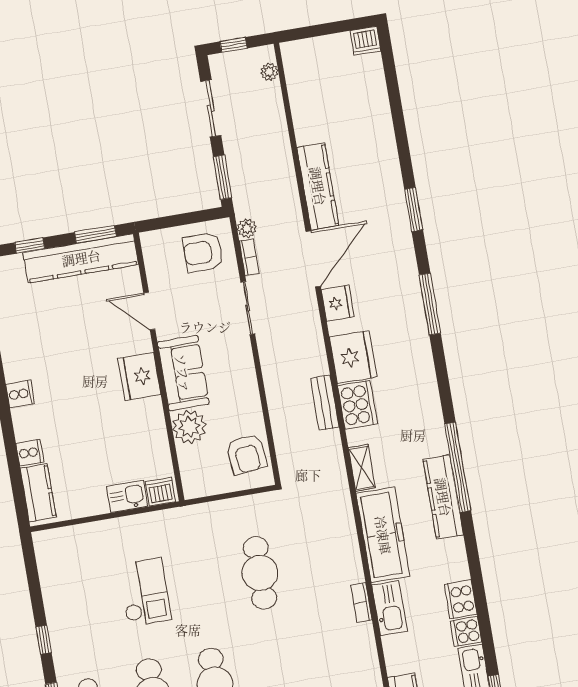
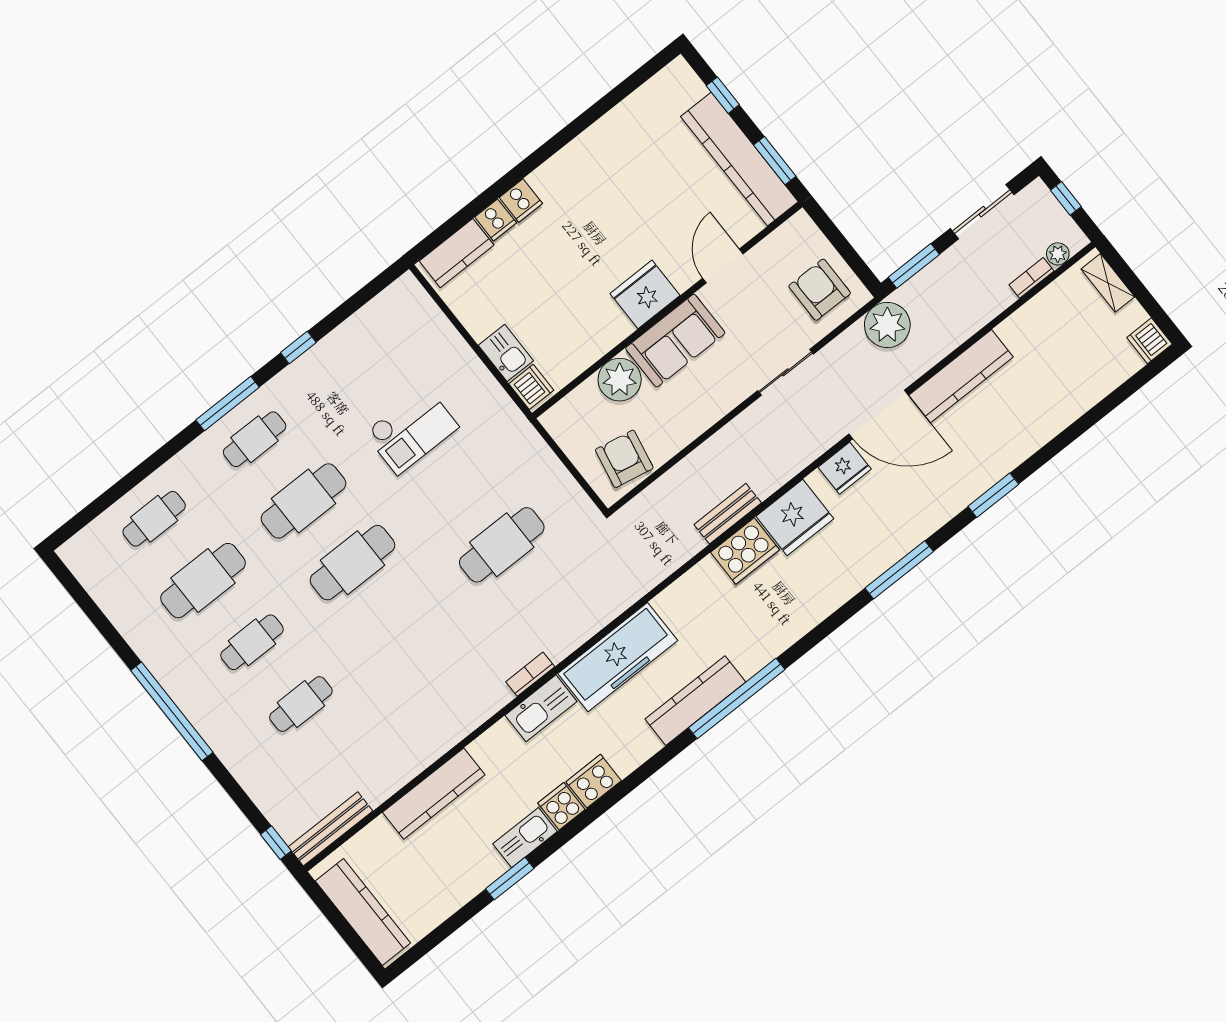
plant: (247, 228) -> (887, 325), width x1.87, depth x1.87
bookcase: (249, 257) -> (1031, 278), moved, turned 180
cooker: (20, 394) -> (521, 200), moved
armchair: (247, 454) -> (624, 459), turned 107
shelving: (362, 468) -> (1108, 283), moved, turned 90

